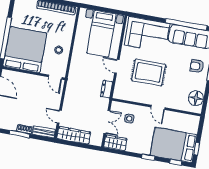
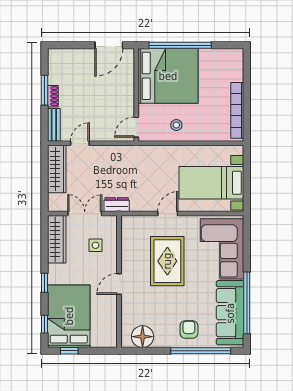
dresser: (107, 89) -> (117, 205), moved
double door: (107, 122) -> (85, 214), swing flipped
wardrobe: (115, 143) -> (57, 239), width x1.50

